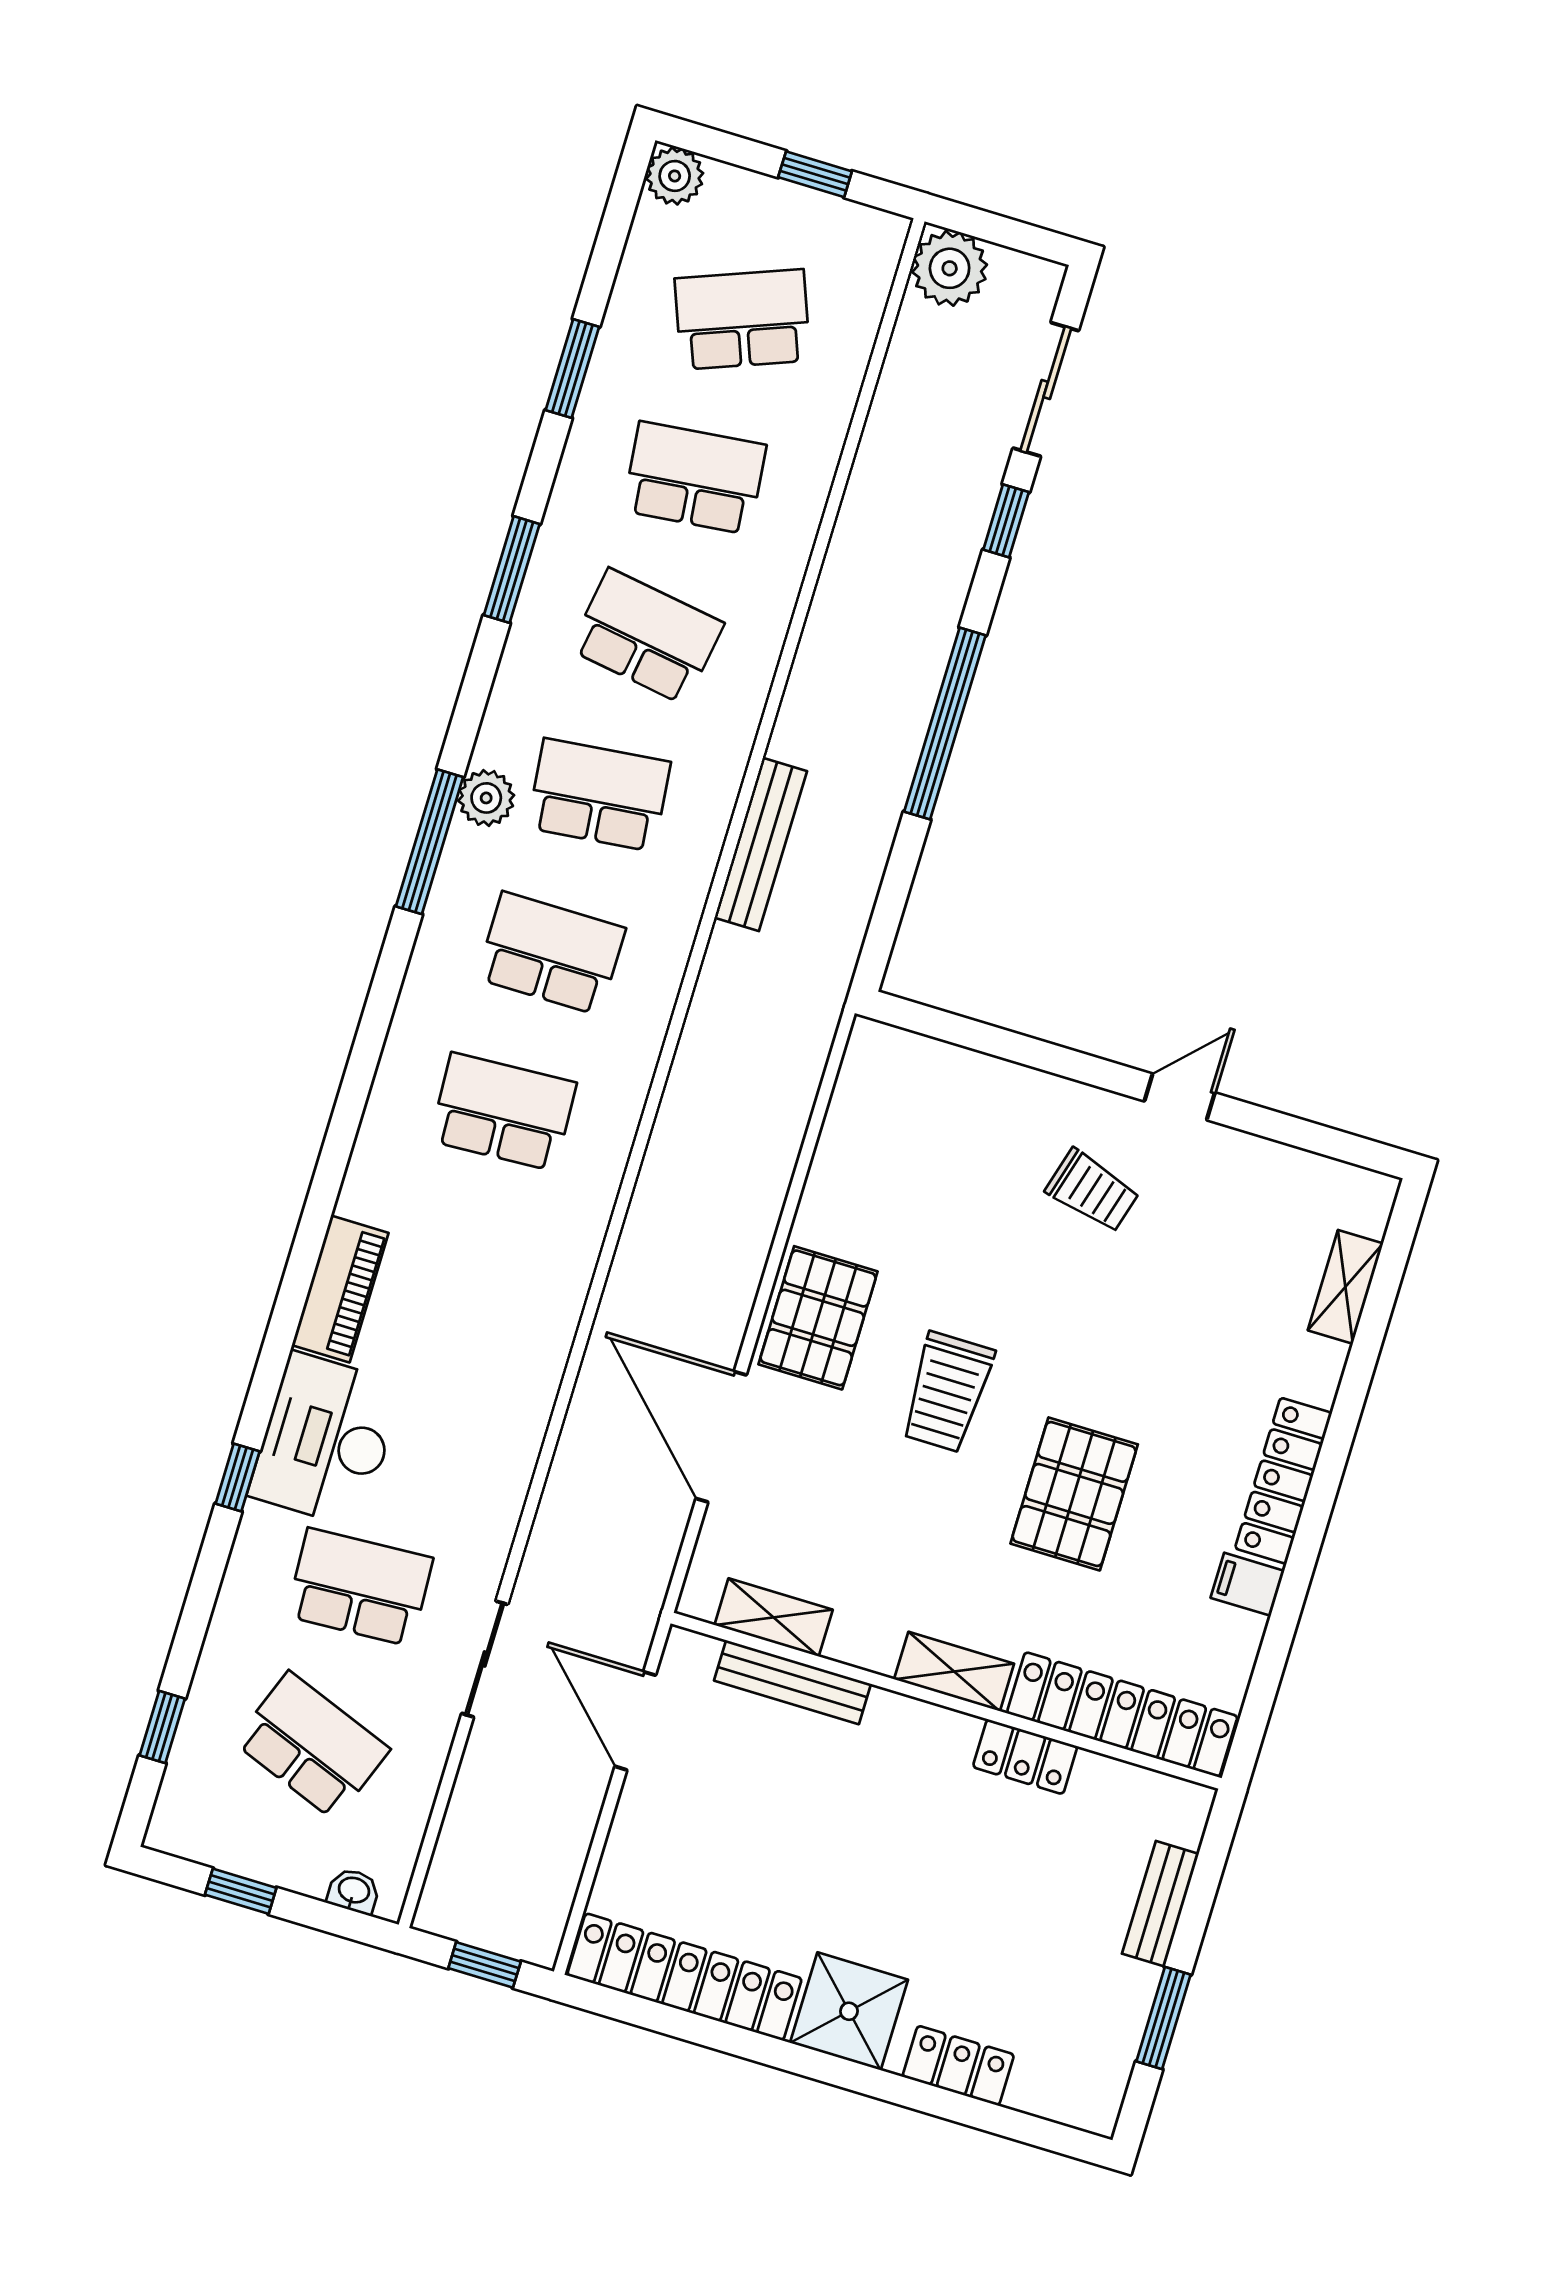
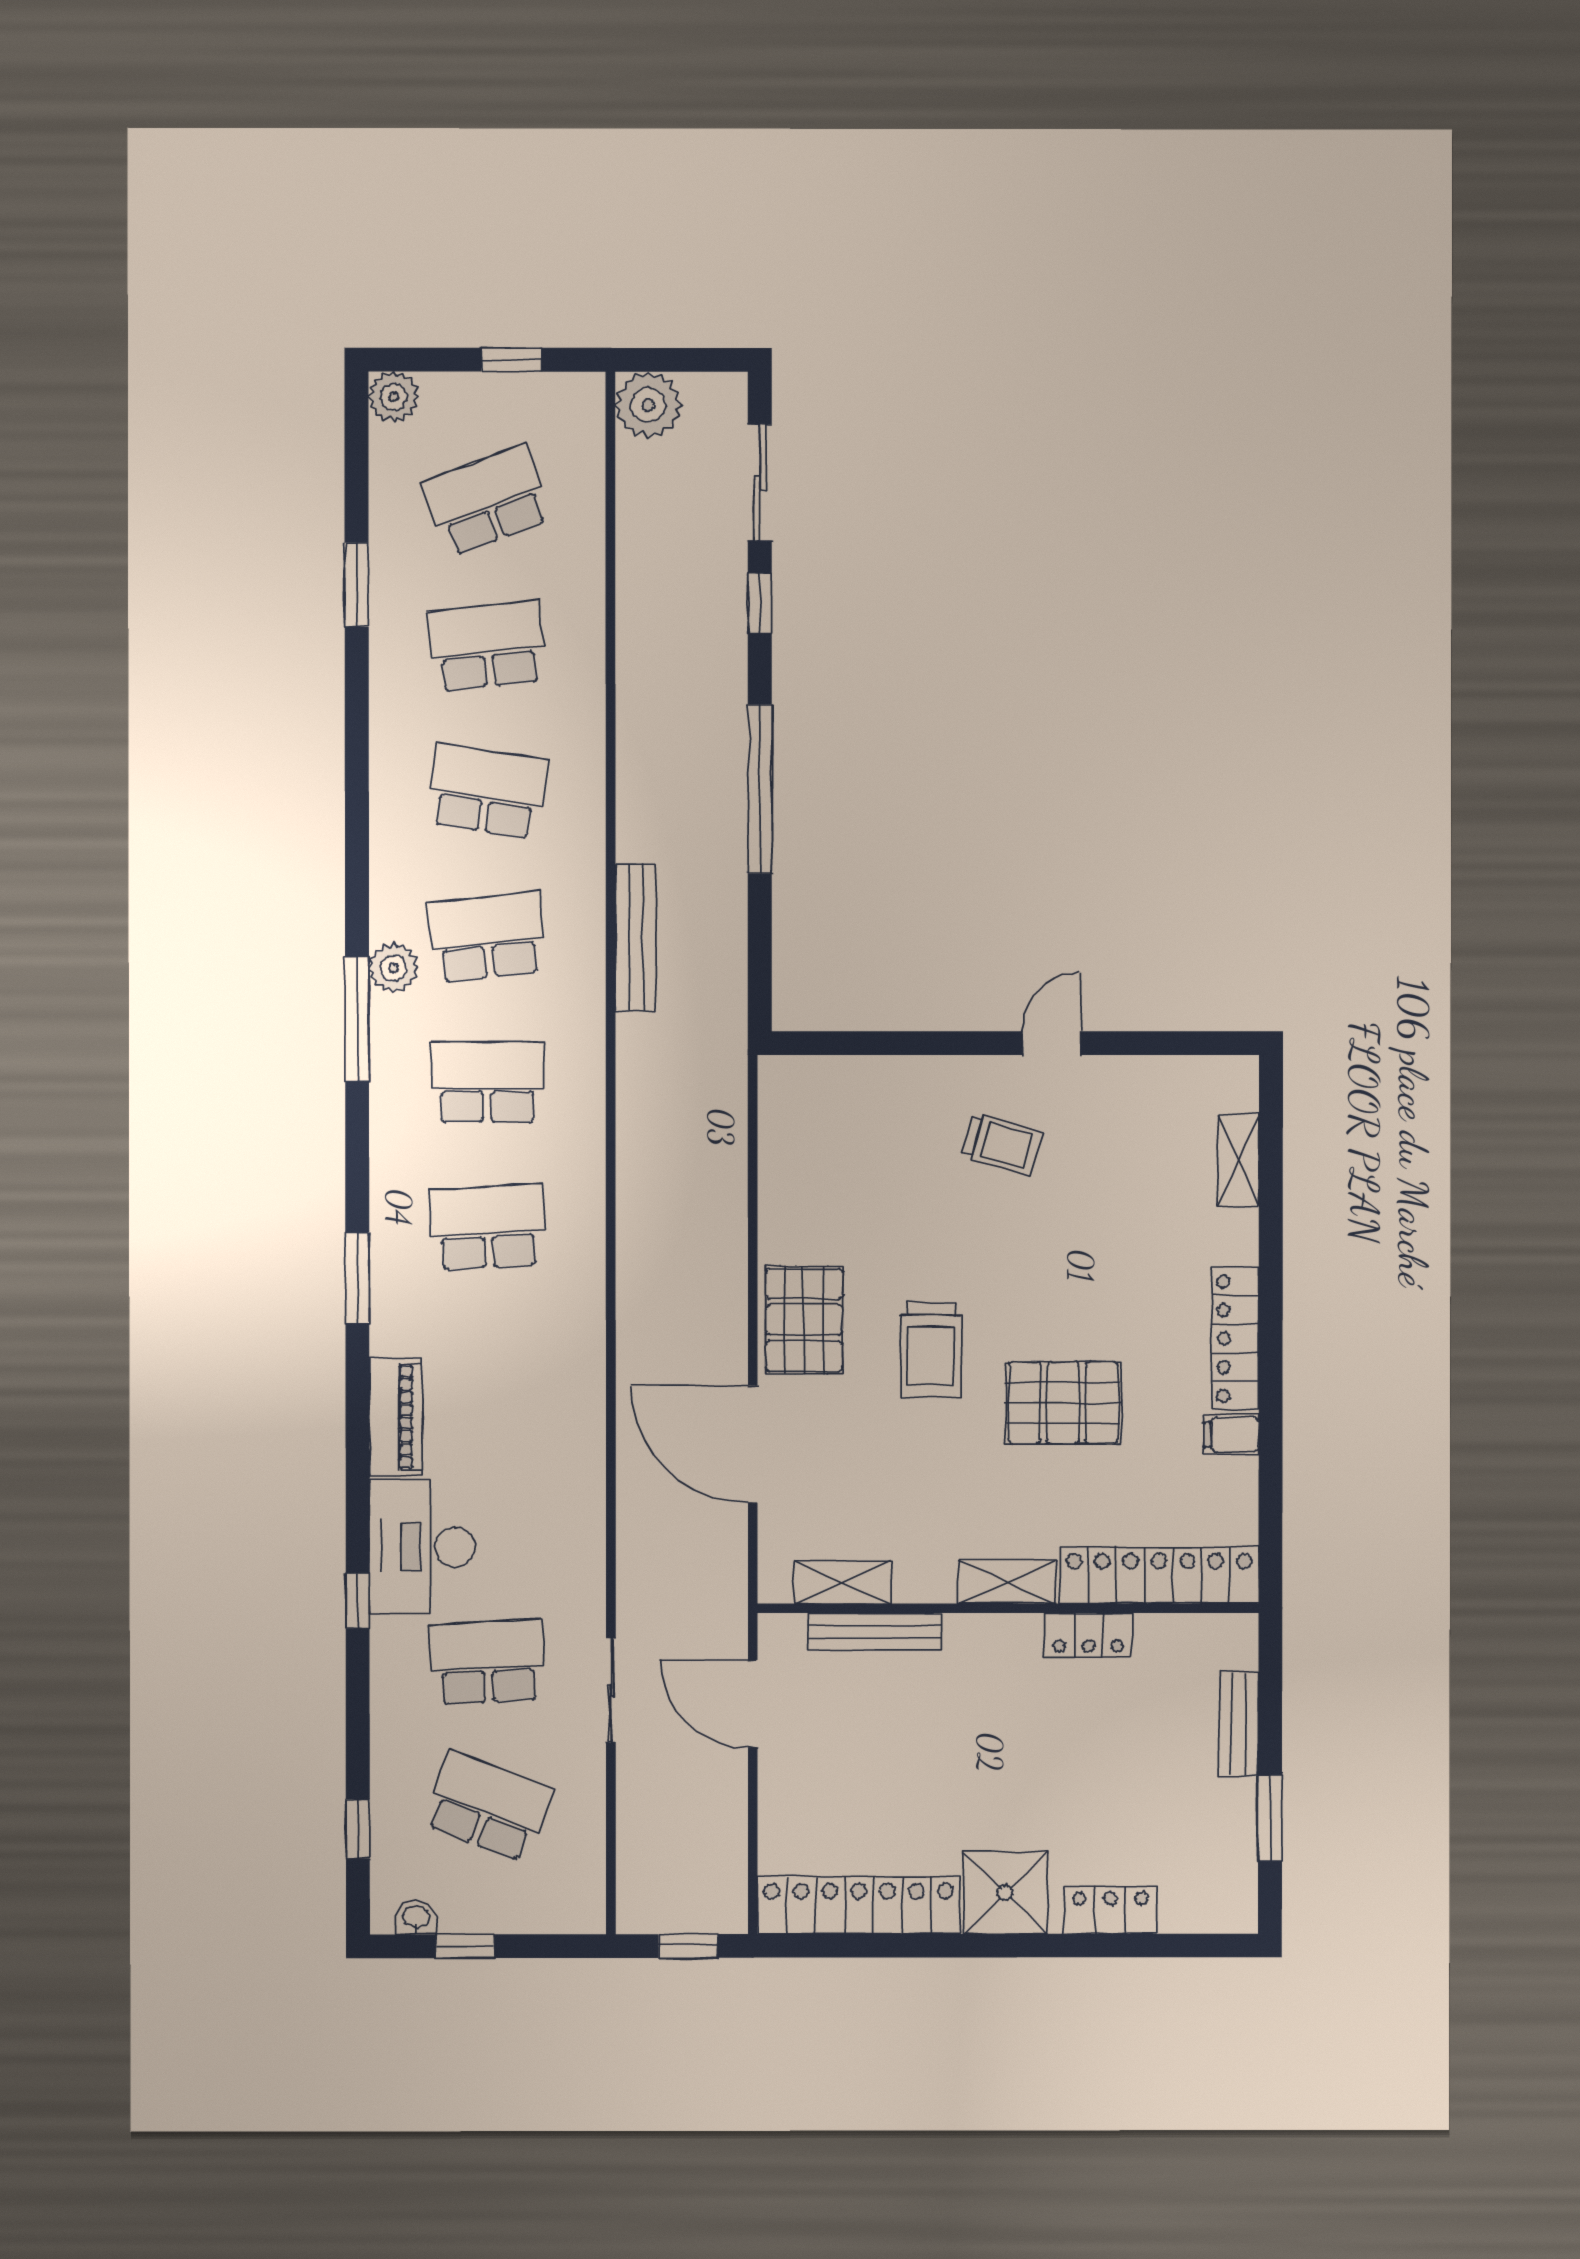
window: (512, 570) -> (357, 1278), moved
pallet: (1074, 1494) -> (1063, 1403), turned 90
washbasin: (354, 1891) -> (416, 1918), moved

